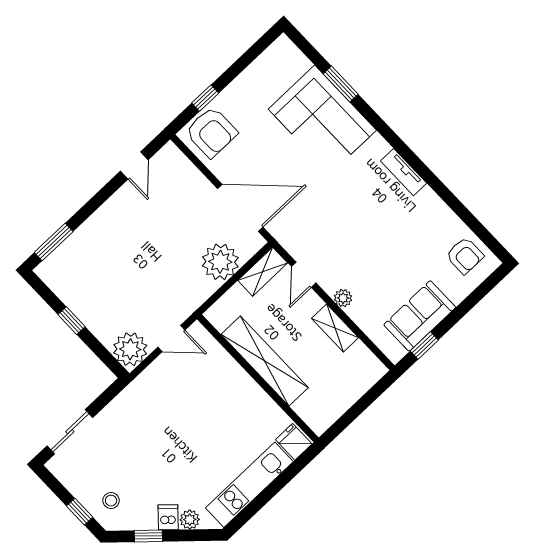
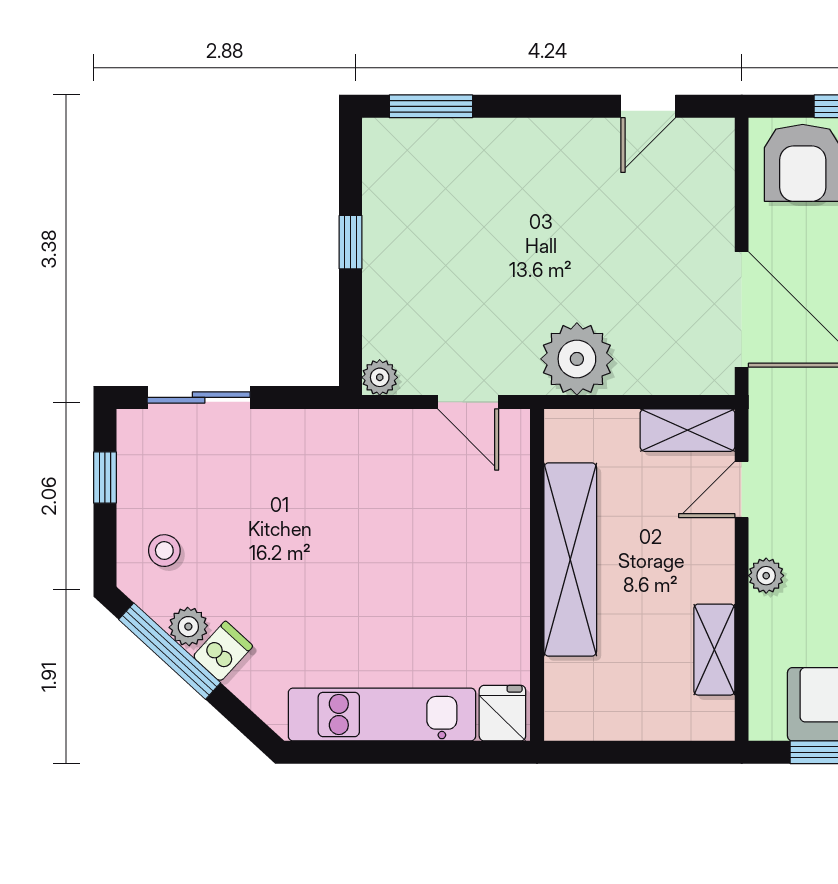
plant: (220, 262) -> (577, 359), moved
shelving: (335, 328) -> (714, 650), moved
plant: (130, 349) -> (380, 377), width x0.53, depth x0.53
window: (80, 512) -> (105, 477), moved
plant: (190, 520) -> (188, 627), moved
window: (148, 536) -> (170, 651), width x2.17

